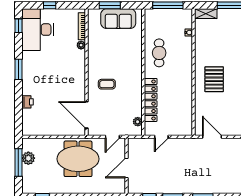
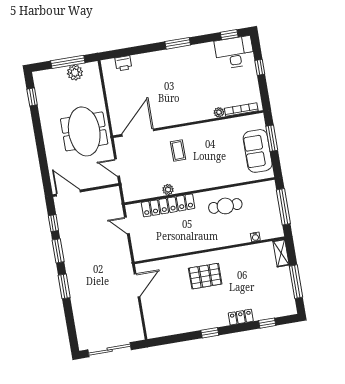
desk: (38, 30) -> (234, 52), width x0.73, depth x0.77
printer: (27, 102) -> (123, 63), moved
plant: (138, 122) -> (168, 190), moved
door: (127, 168) -> (68, 193), moved

